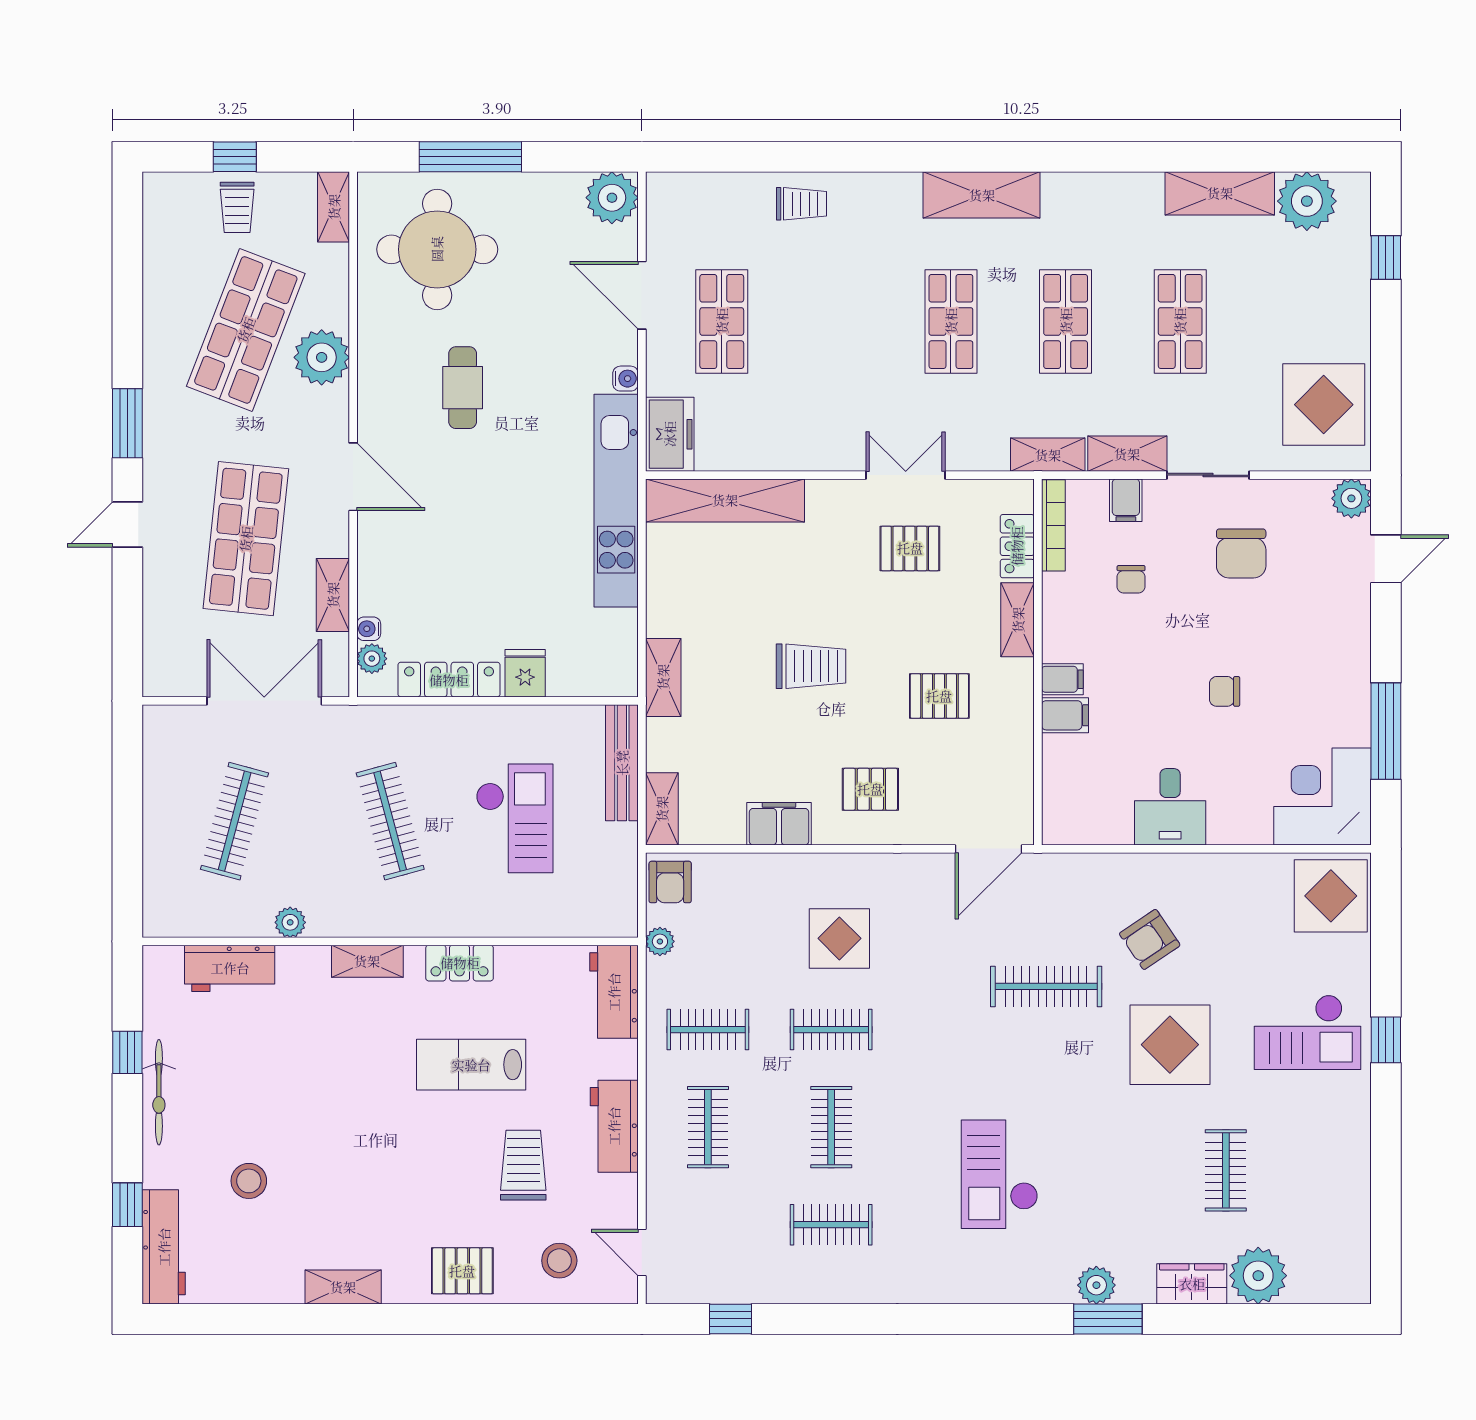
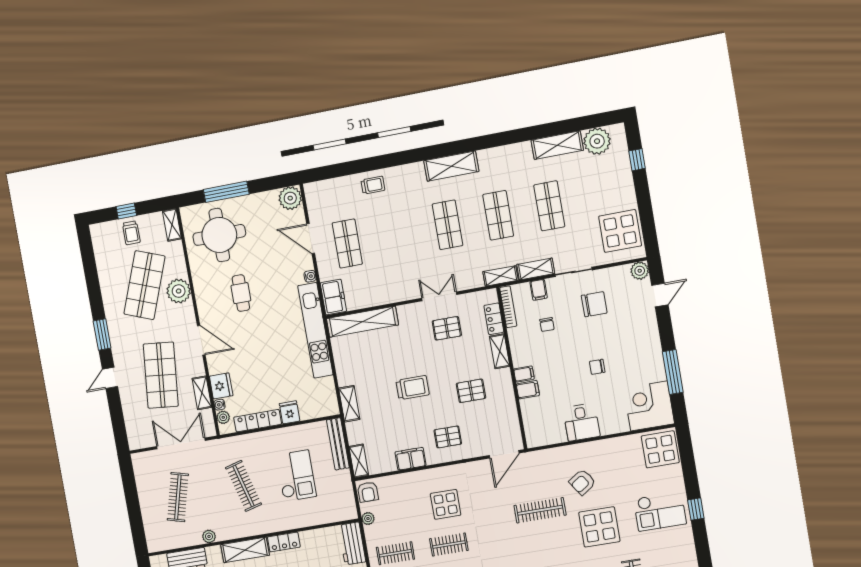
chair: (1241, 553) -> (594, 304), turned -90
fridge: (380, 587) -> (221, 386), added
shelving: (367, 961) -> (245, 550), width x1.50, depth x1.33

